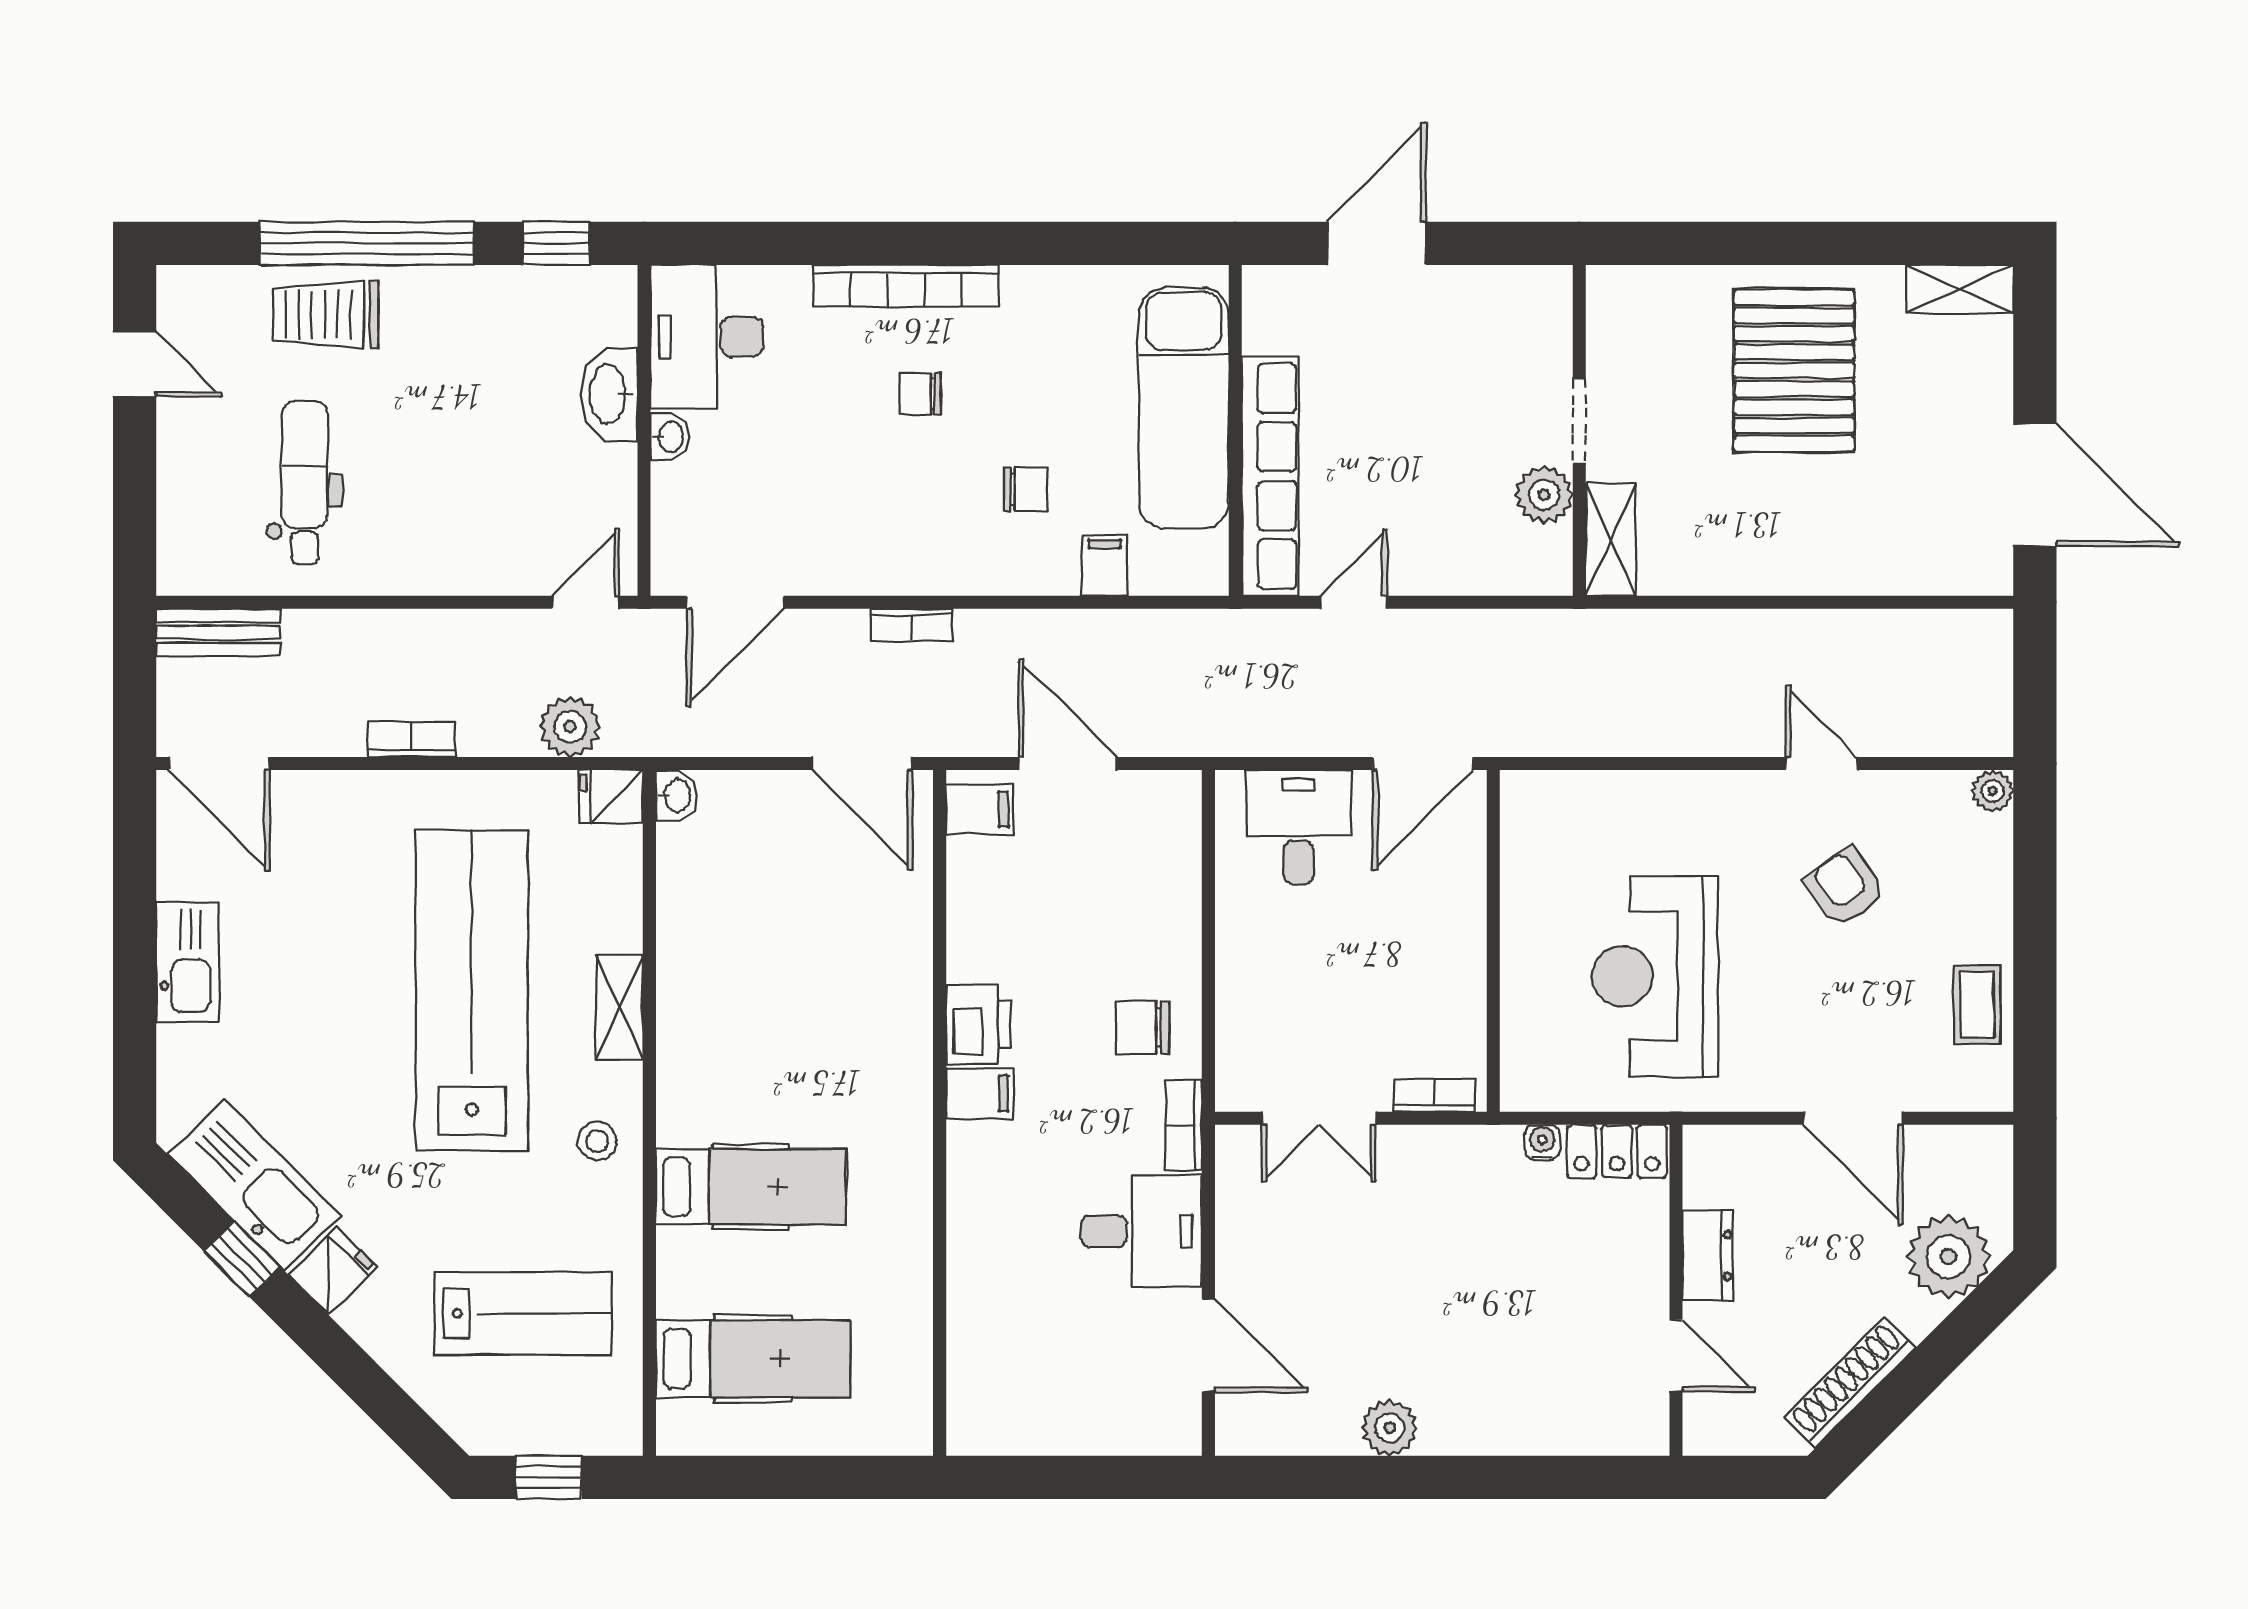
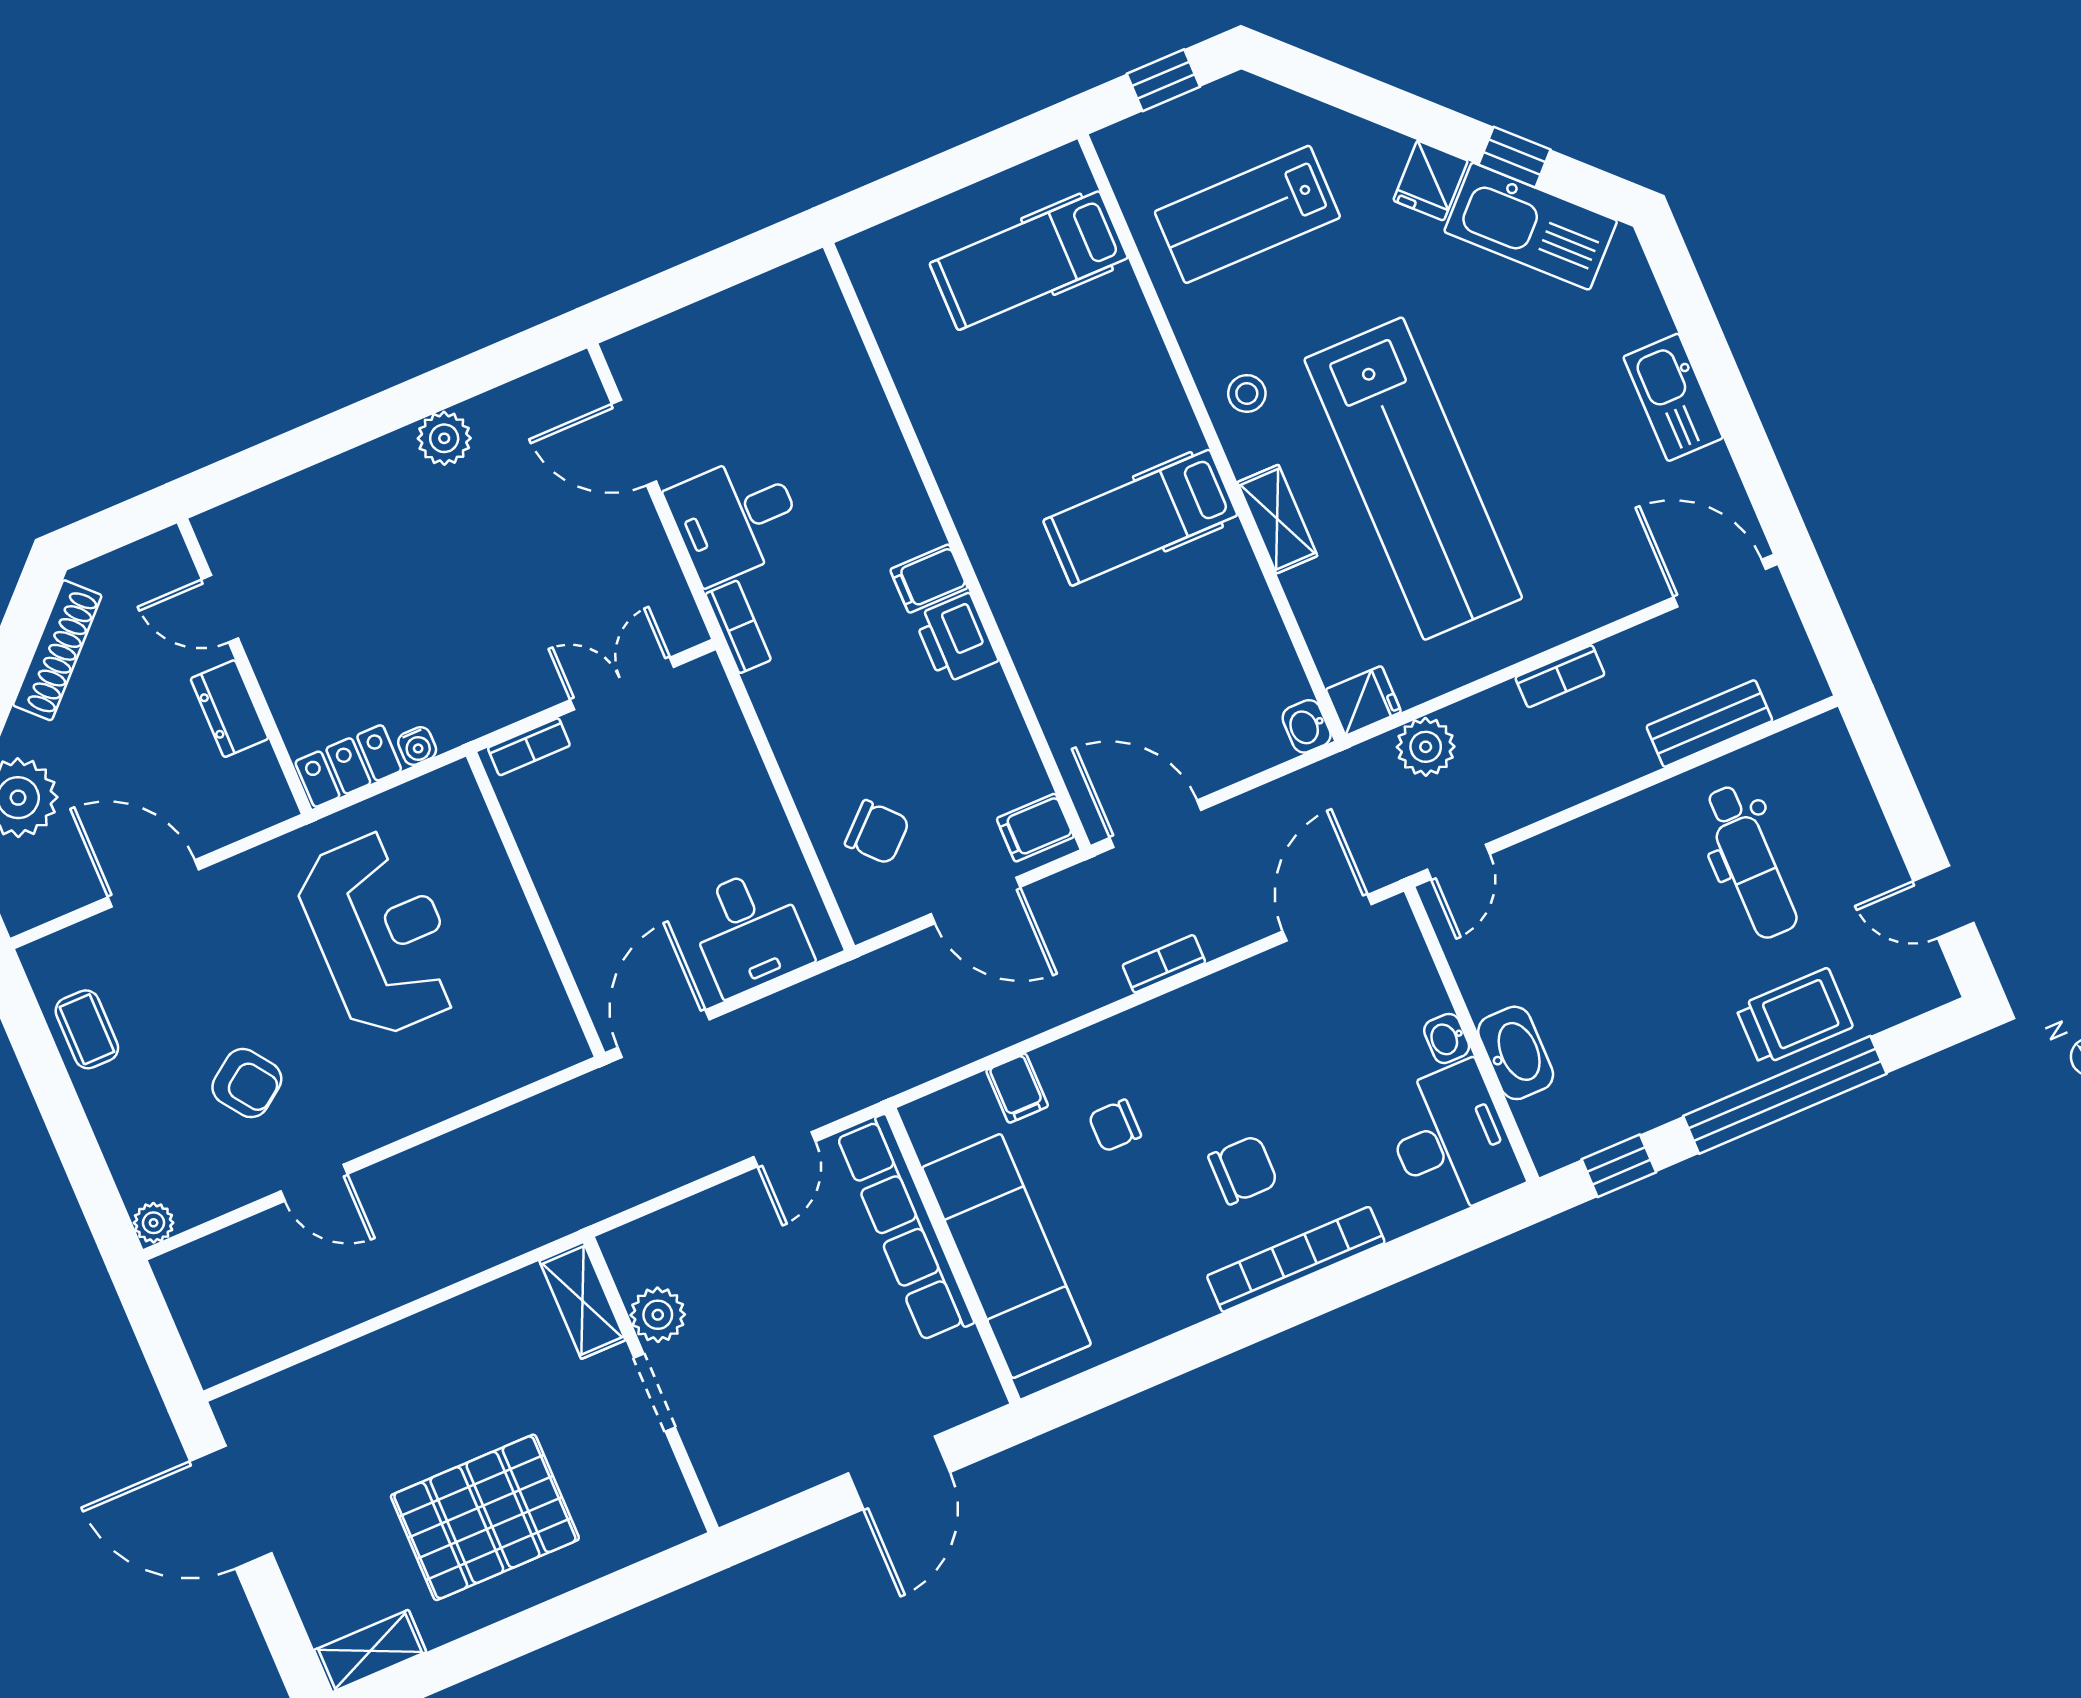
pallet: (1794, 371) -> (485, 1517), turned 90
chair: (920, 394) -> (1243, 1170), width x1.37, depth x1.37
bench: (218, 632) -> (1709, 723), moved
chair: (1143, 1028) -> (877, 832), moved, turned 47
hospital bed: (751, 1187) -> (1140, 518), moved

